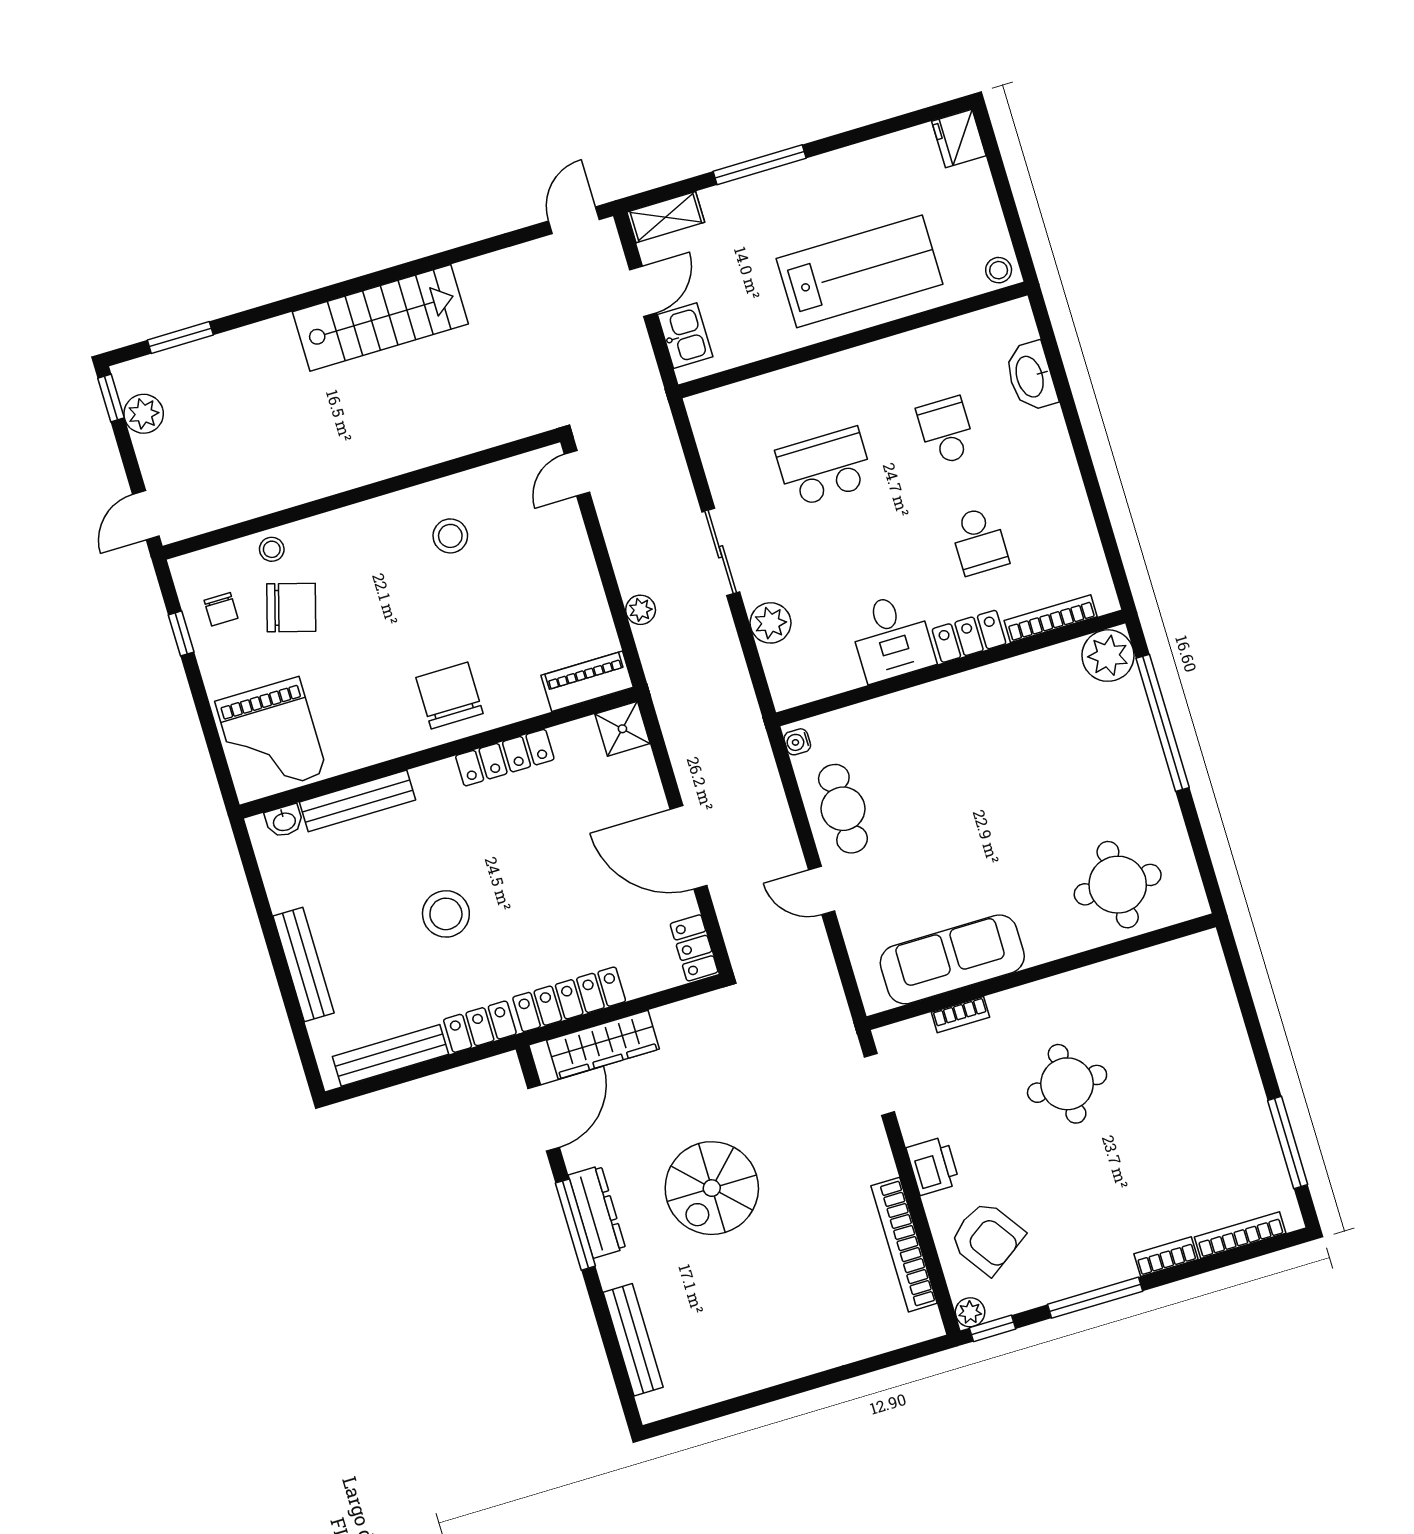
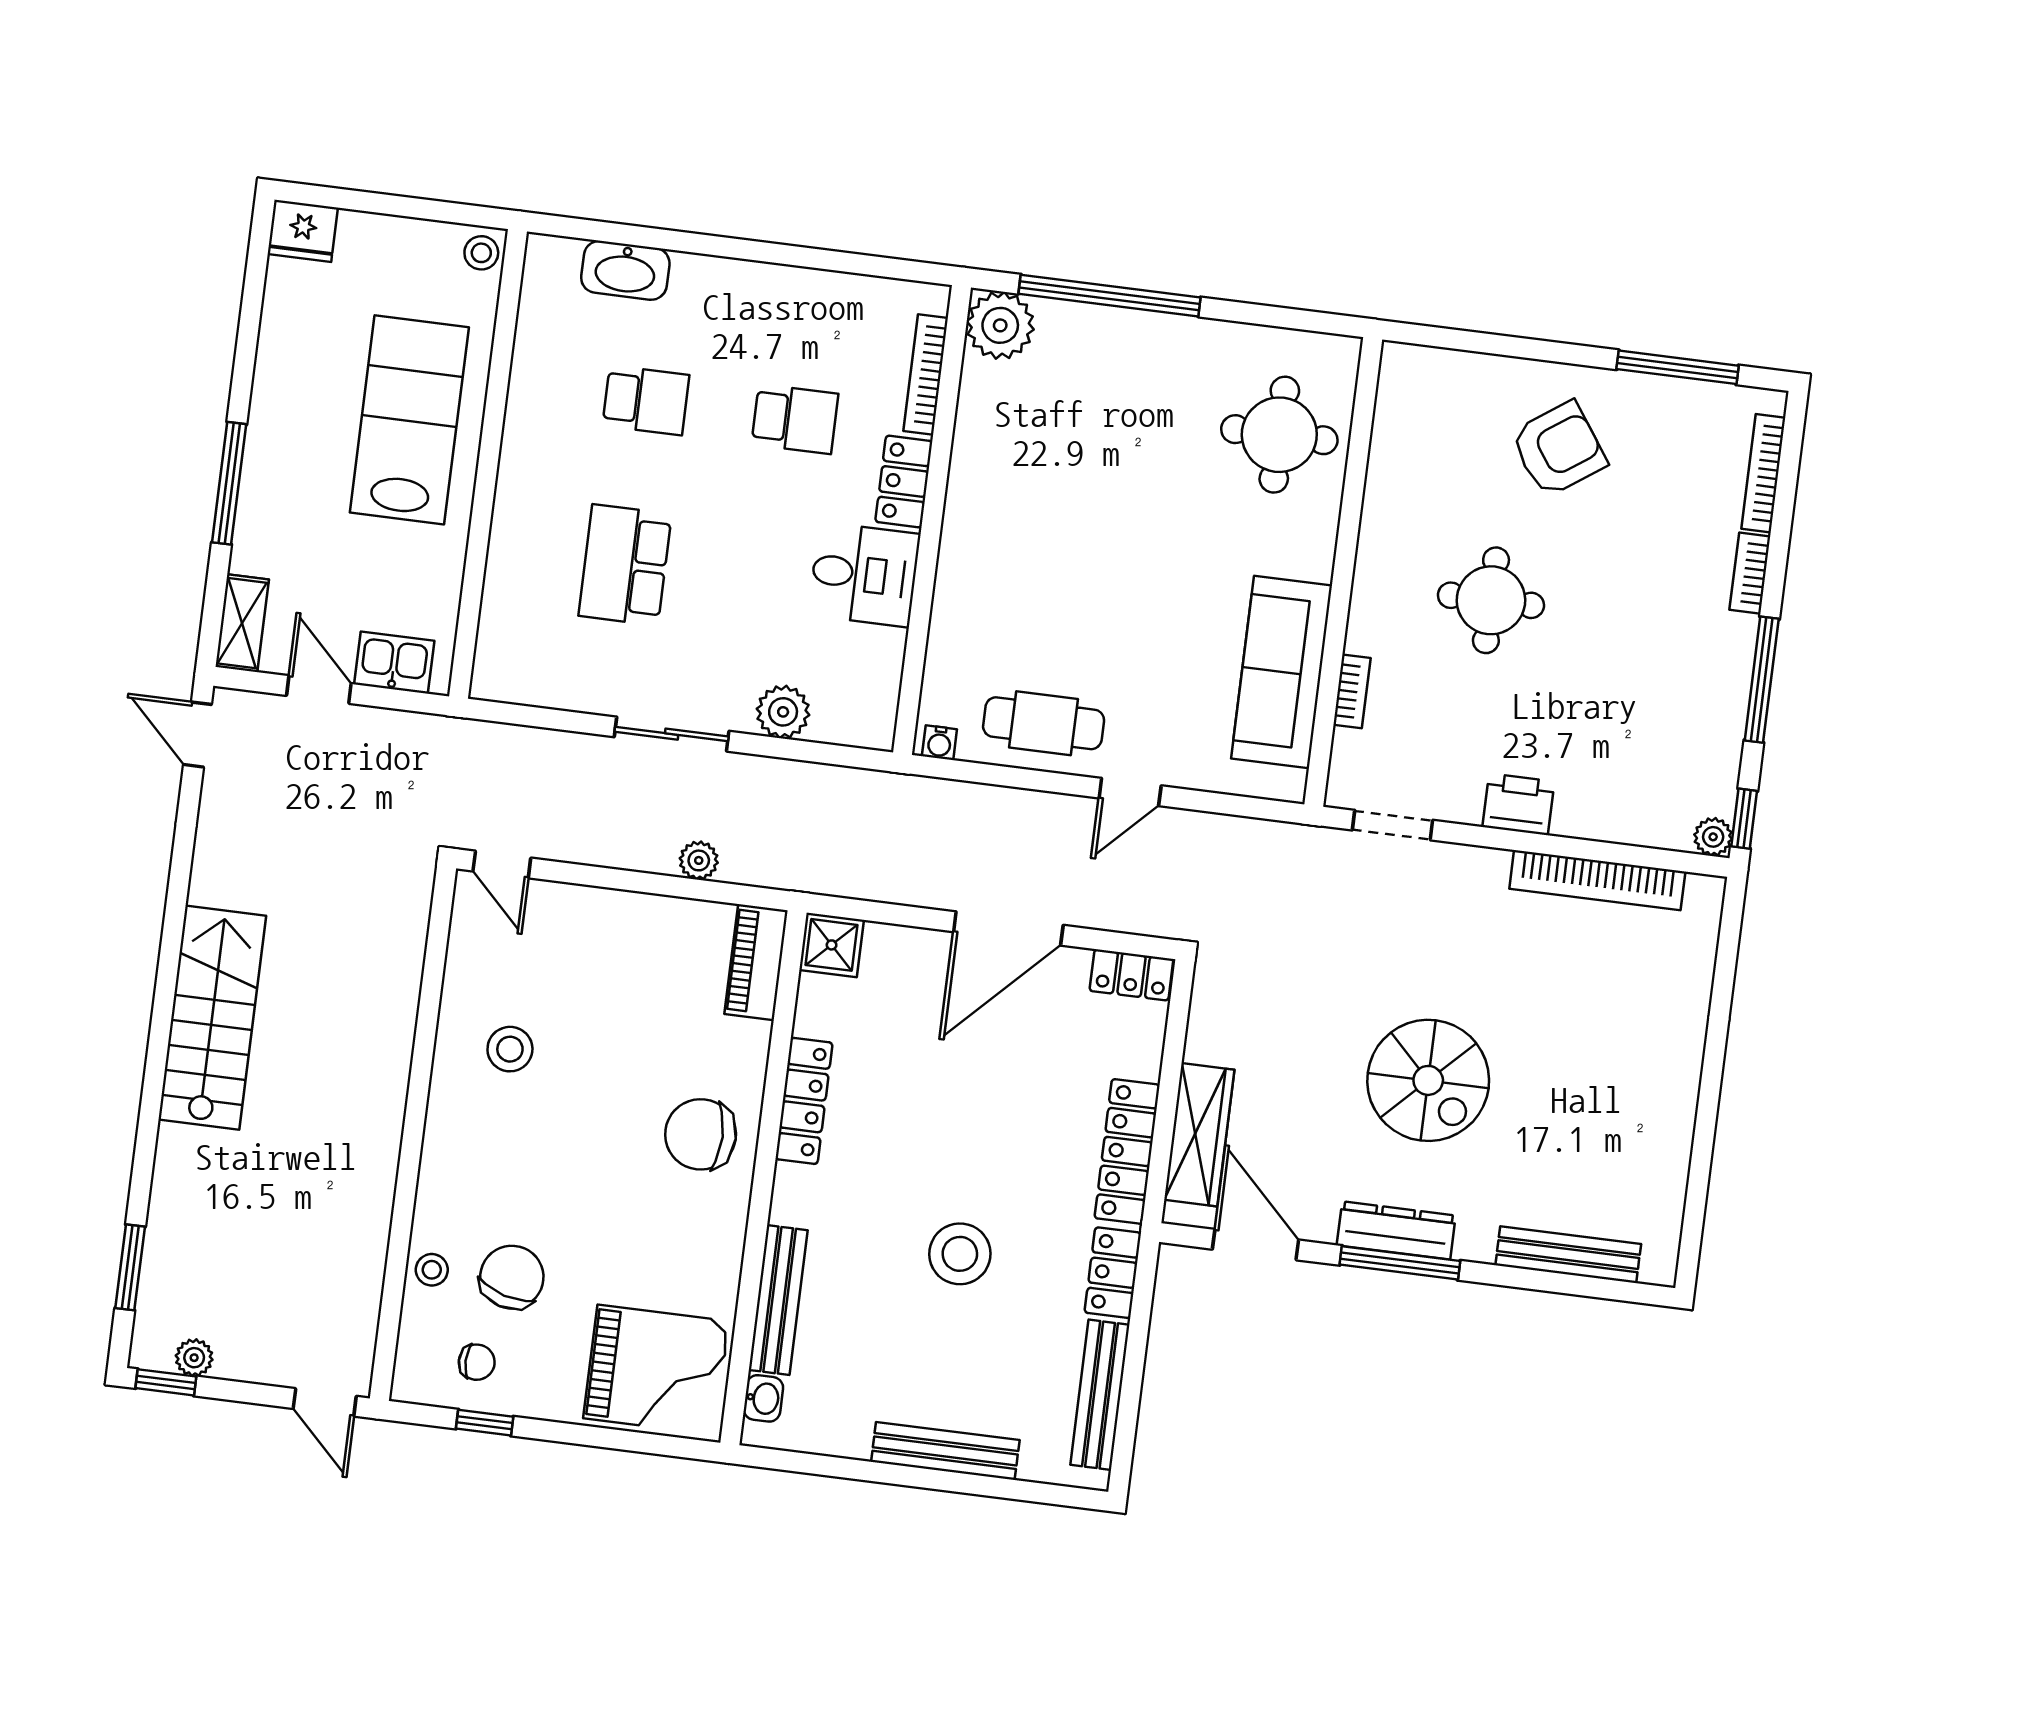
plant: (144, 414) -> (194, 1358), width x0.73, depth x0.73
school desk: (946, 431) -> (646, 400), turned 180
armchair: (987, 1238) -> (1559, 449), moved

